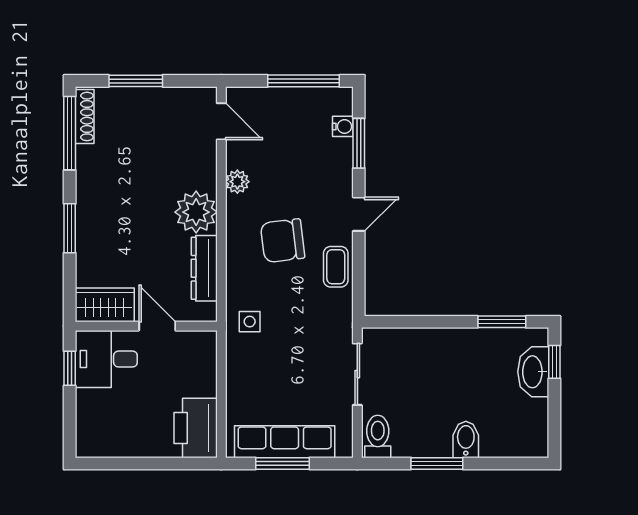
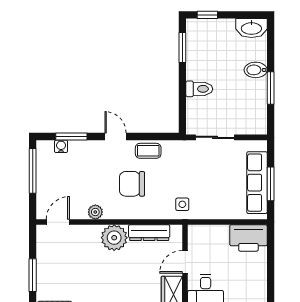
chair: (283, 241) -> (132, 184), turned 97
washbasin: (533, 372) -> (251, 28), moved
toilet: (378, 437) -> (199, 89), moved, turned 180

